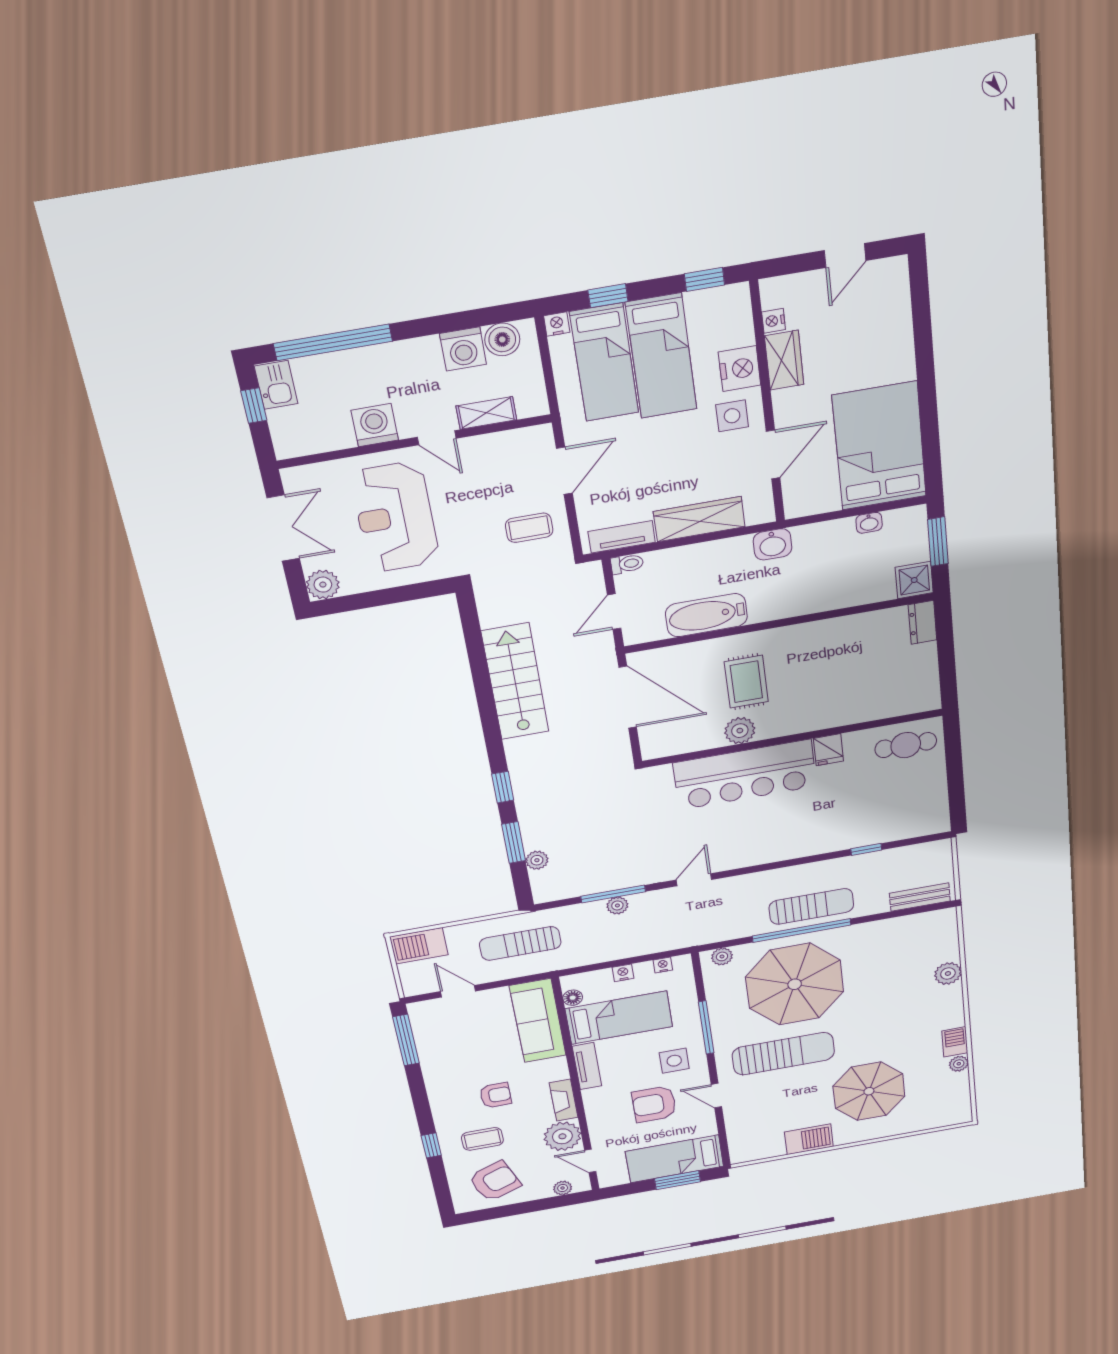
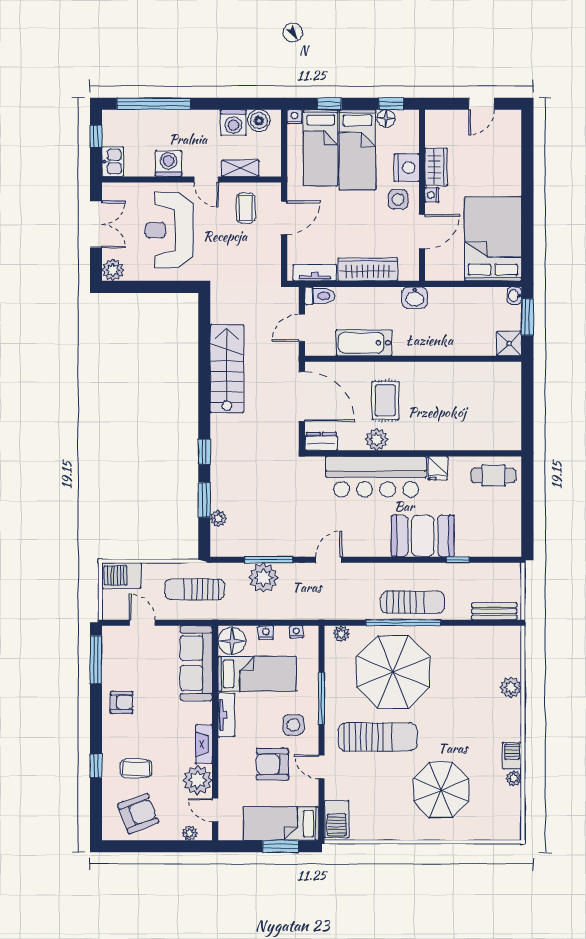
floor lamp: (699, 303) -> (386, 118), added
nightstand: (774, 321) -> (432, 195), moved
kitchen sink: (276, 385) -> (113, 162), moved
washbasin: (869, 523) -> (514, 296), moved, turned 90
coffee table: (529, 528) -> (246, 208), moved, turned 90
toilet: (627, 564) -> (320, 296), width x1.37, depth x1.39
dresser: (922, 622) -> (321, 441), moved, turned 90
booth: (817, 831) -> (423, 536), added
plant: (617, 905) -> (263, 578), width x1.87, depth x1.87
floor lamp: (573, 998) -> (232, 641), width x1.89, depth x1.89
armchair: (496, 1095) -> (122, 702), moved
barbecue: (809, 1139) -> (337, 819), moved, turned 90

